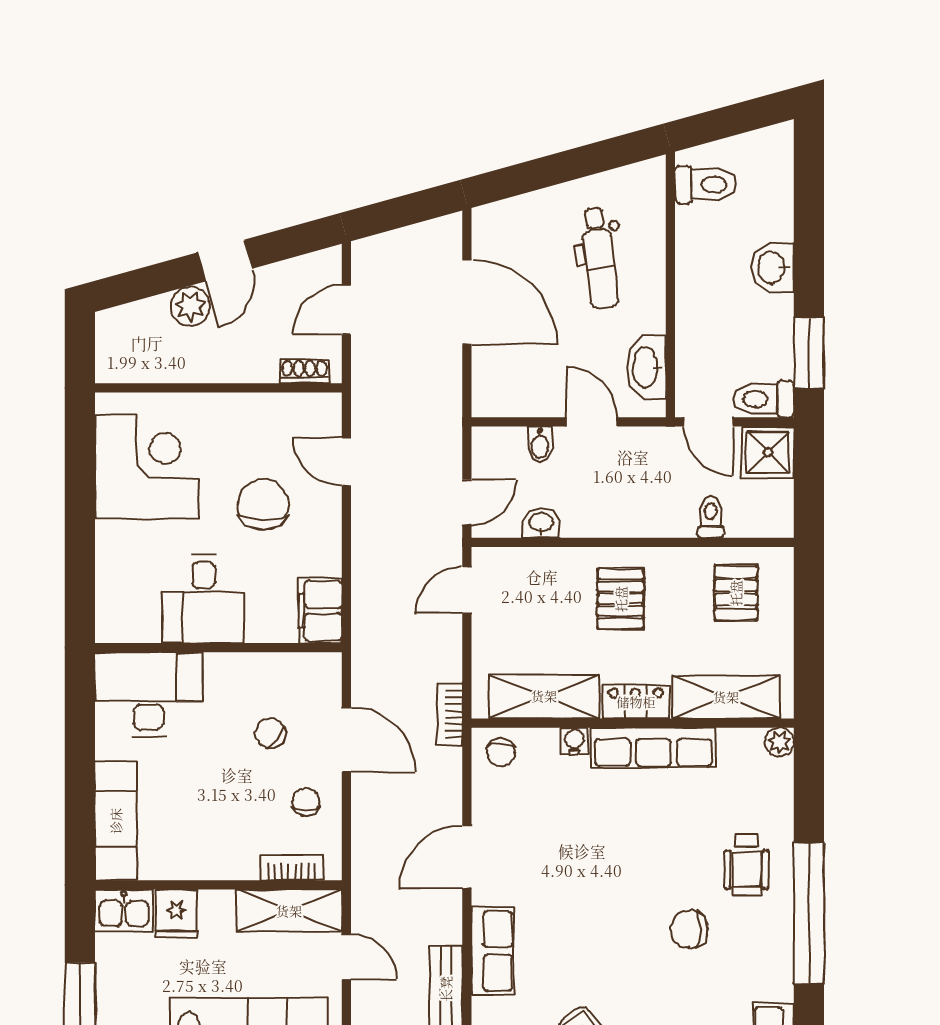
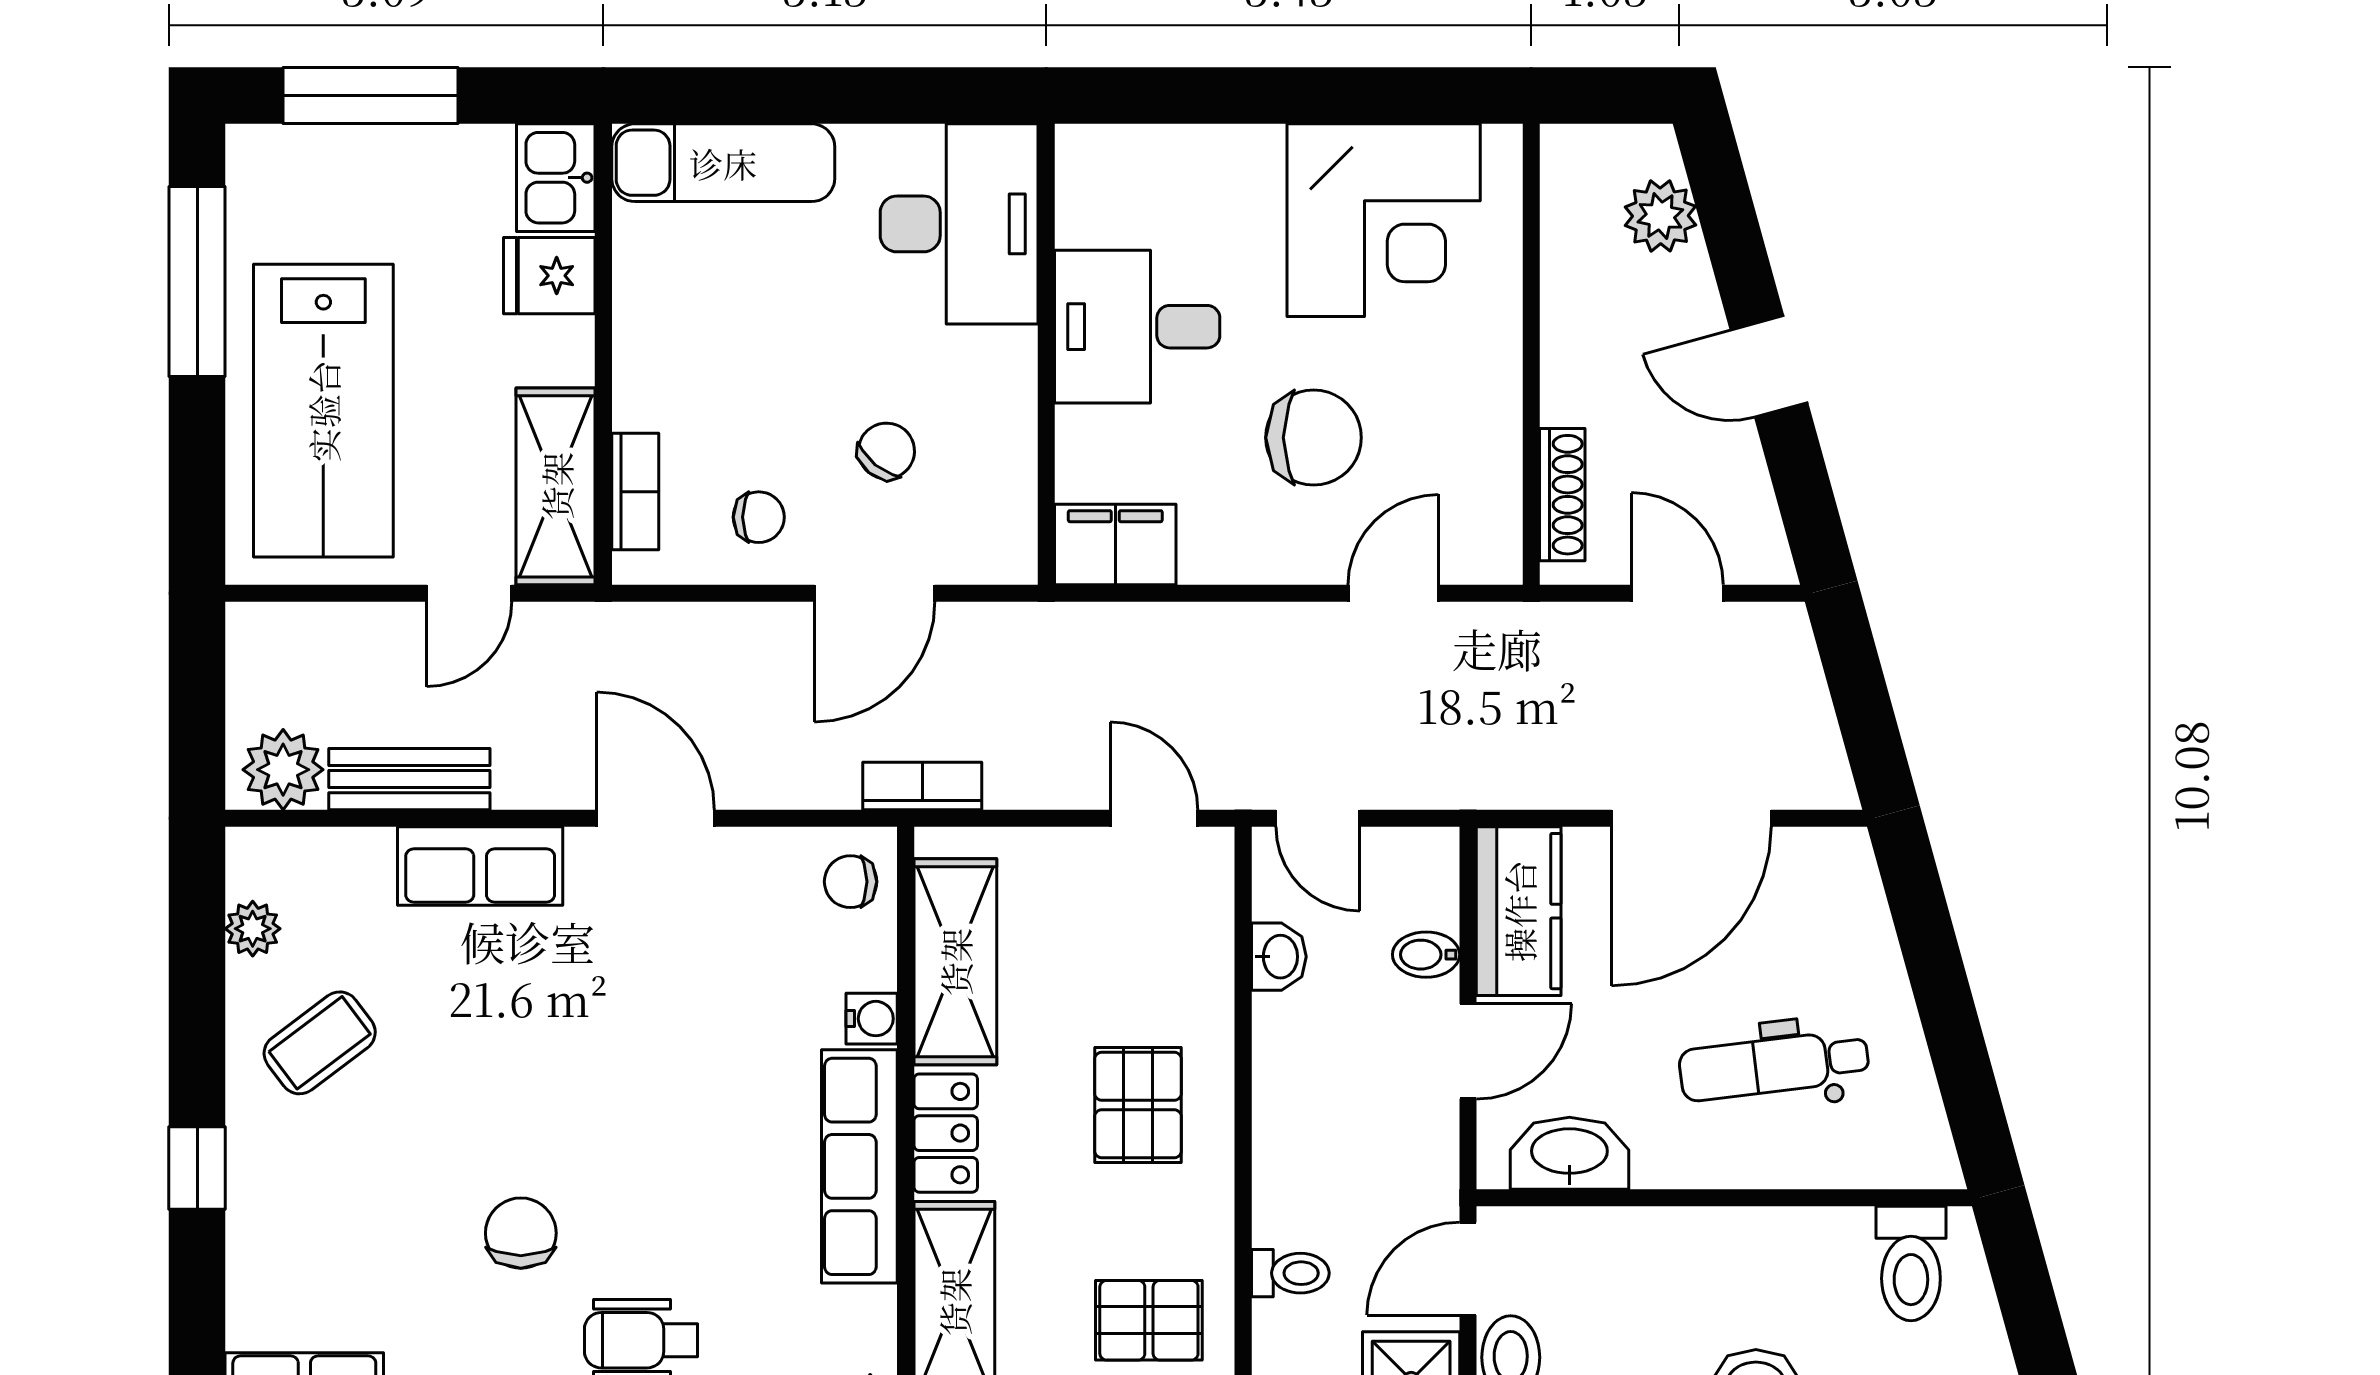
plant: (190, 306) -> (1660, 216), moved
shoe rack: (304, 371) -> (1562, 495), width x1.43
kitchen counter: (517, 395) -> (1519, 911), added
pallet: (621, 599) -> (1138, 1105), turned 90

